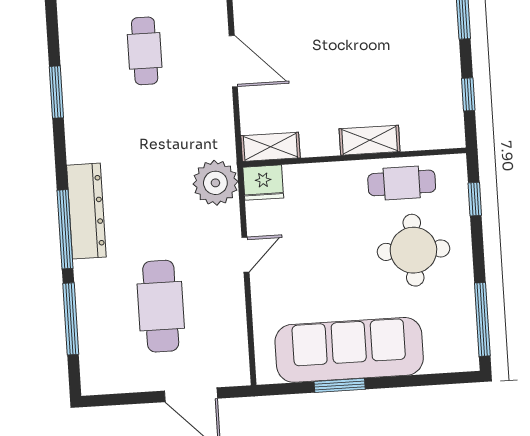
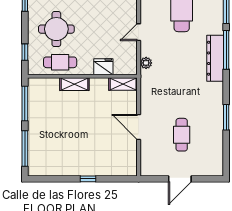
window: (468, 94) -> (25, 104), width x2.17
plant: (215, 183) -> (146, 63), width x0.53, depth x0.53
fridge: (263, 183) -> (103, 67), moved

